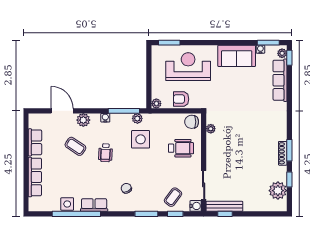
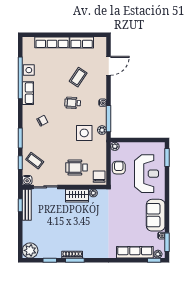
plant: (83, 120) -> (101, 84), removed
wheelchair: (181, 148) -> (77, 167), turned 90
wardrobe: (214, 148) -> (77, 196), added
plant: (278, 191) -> (30, 250), moved

